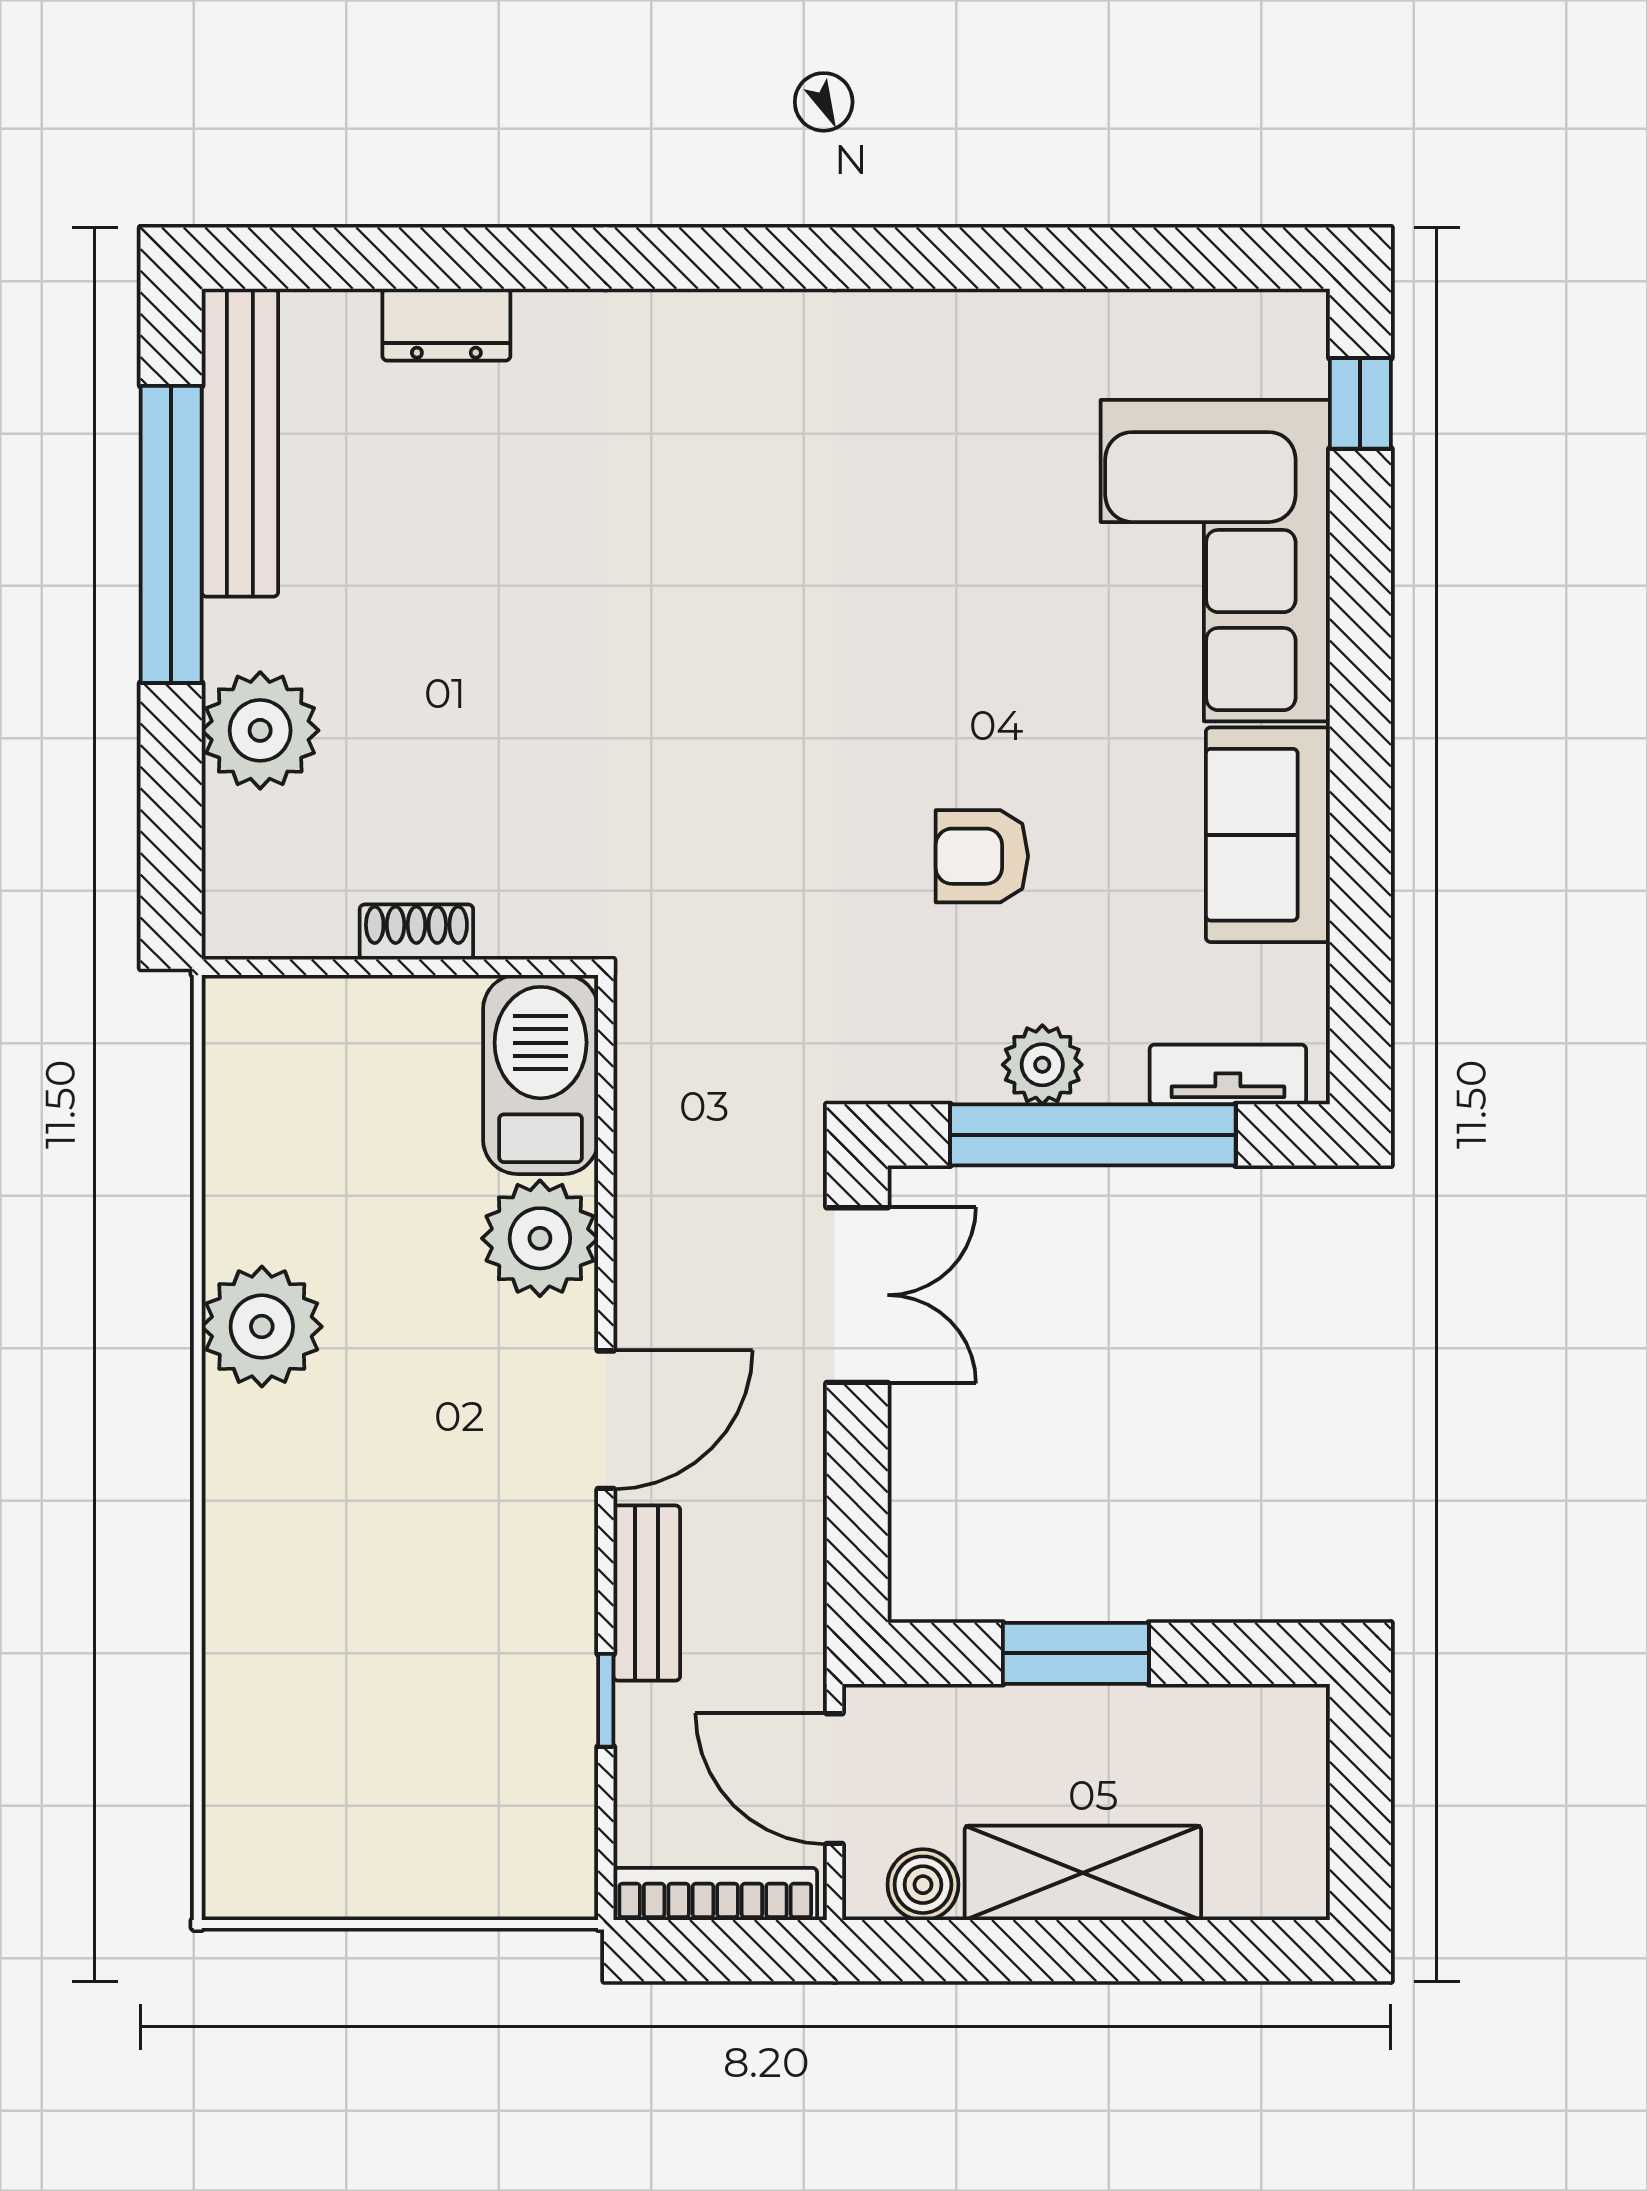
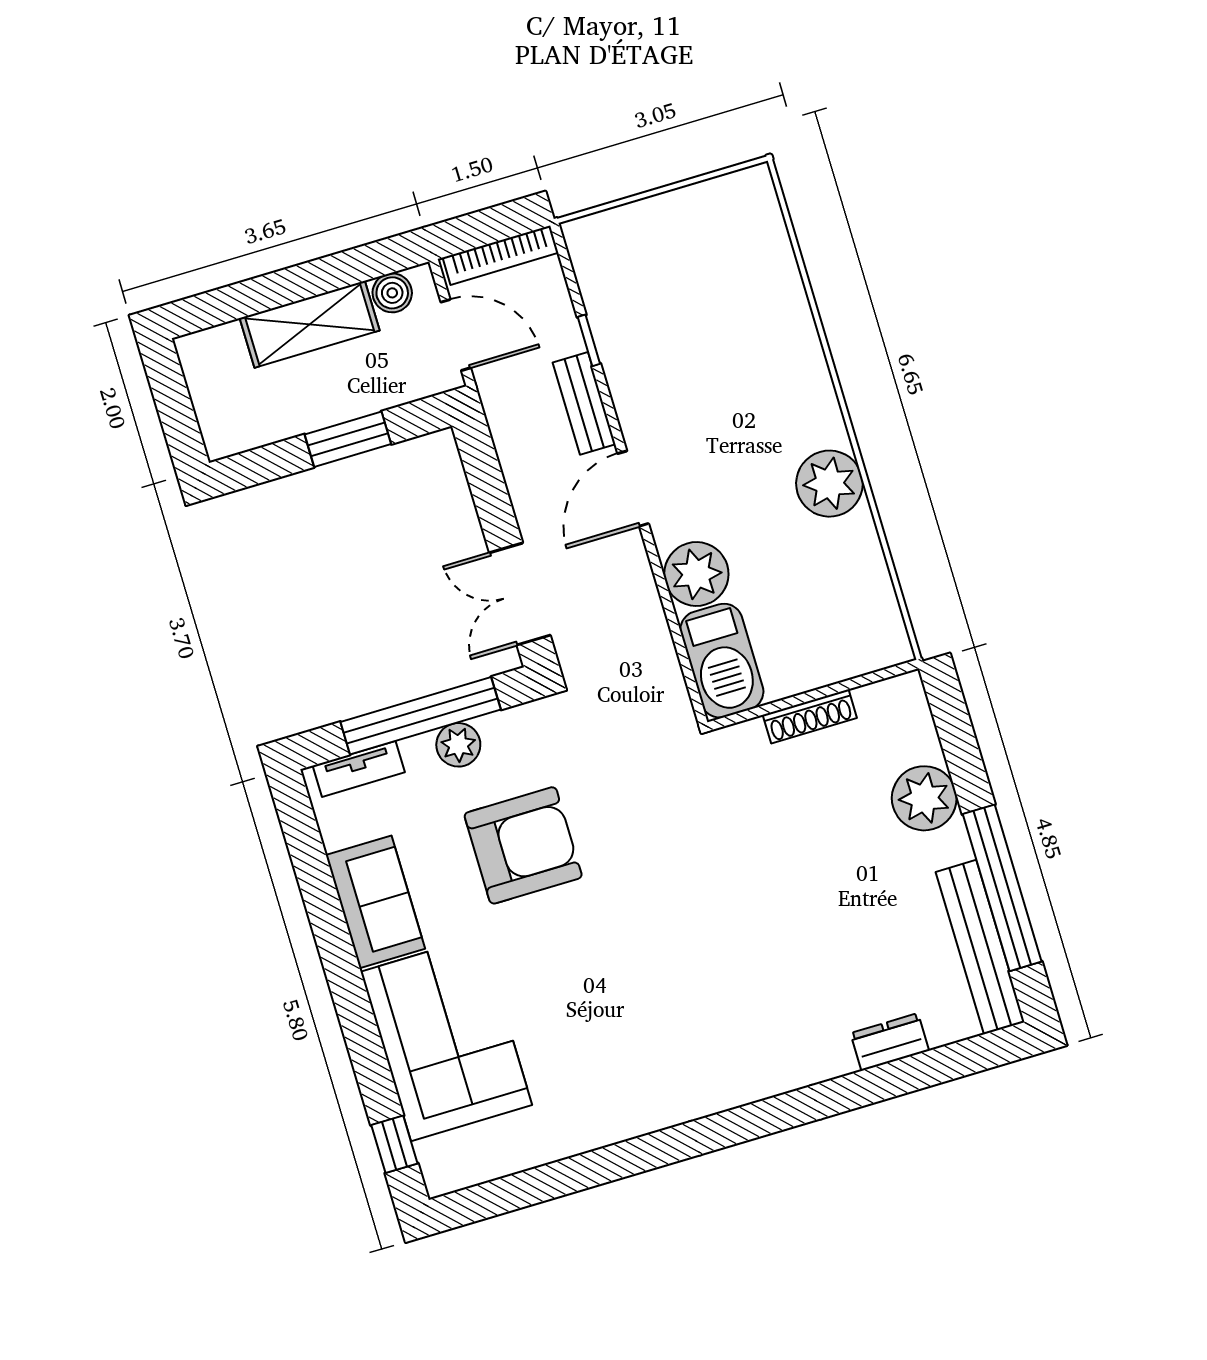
armchair: (982, 856) -> (523, 845), width x1.88, depth x1.88
shoe rack: (416, 932) -> (810, 716), width x1.43

